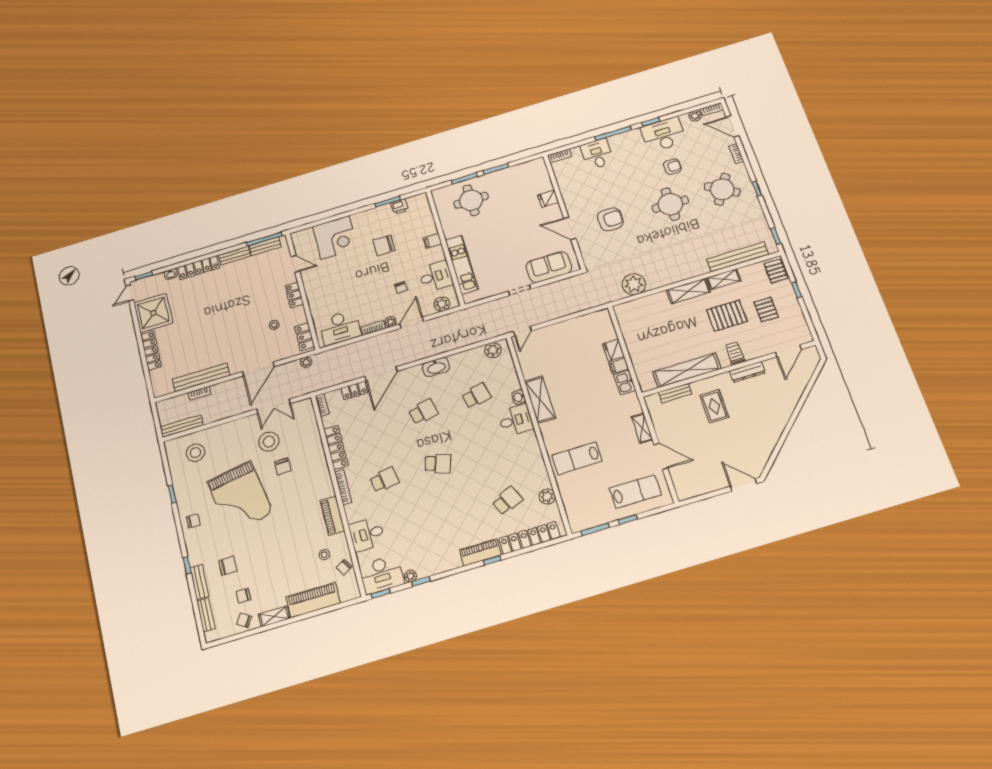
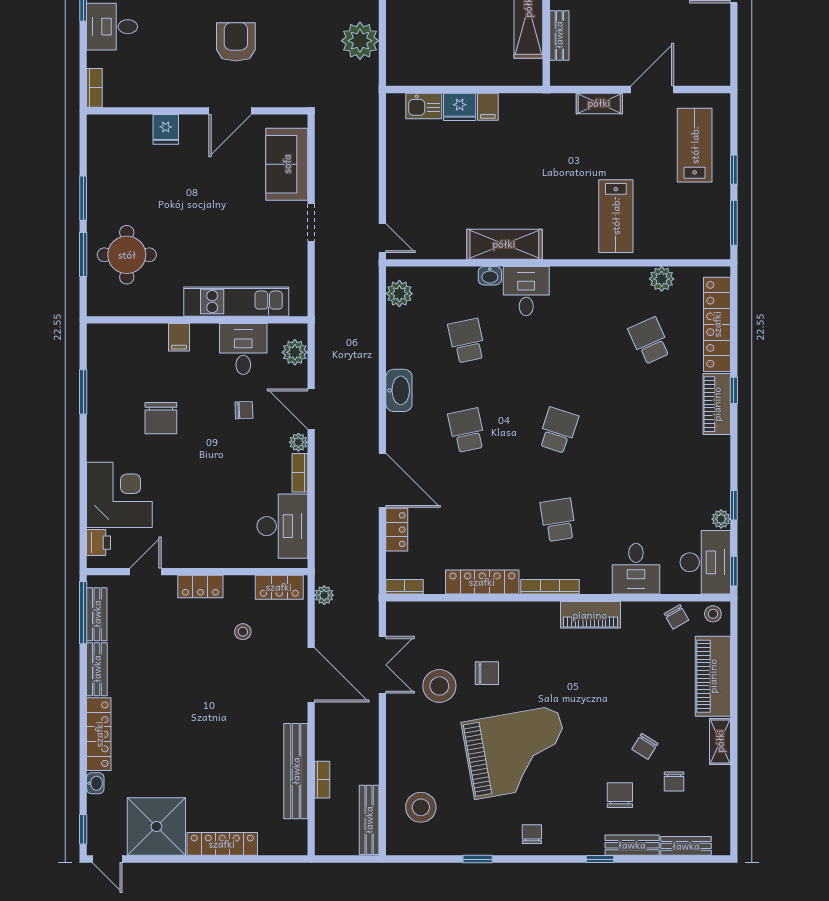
printer: (399, 207) -> (99, 543), moved
kitchen sink: (625, 382) -> (424, 106), moved
stool: (324, 555) -> (713, 614), moved
chair: (244, 620) -> (645, 746), moved

